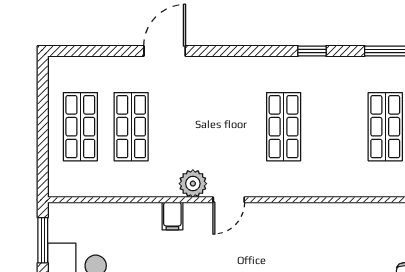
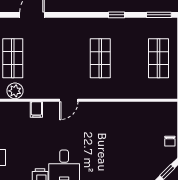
plant: (193, 184) -> (15, 91), moved

